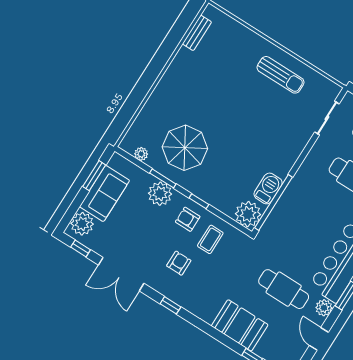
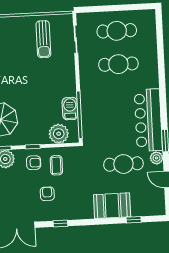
sun lounger: (281, 75) -> (43, 39), moved, turned 90
plant: (248, 214) -> (59, 134), moved
armchair: (188, 219) -> (34, 163), turned 180

